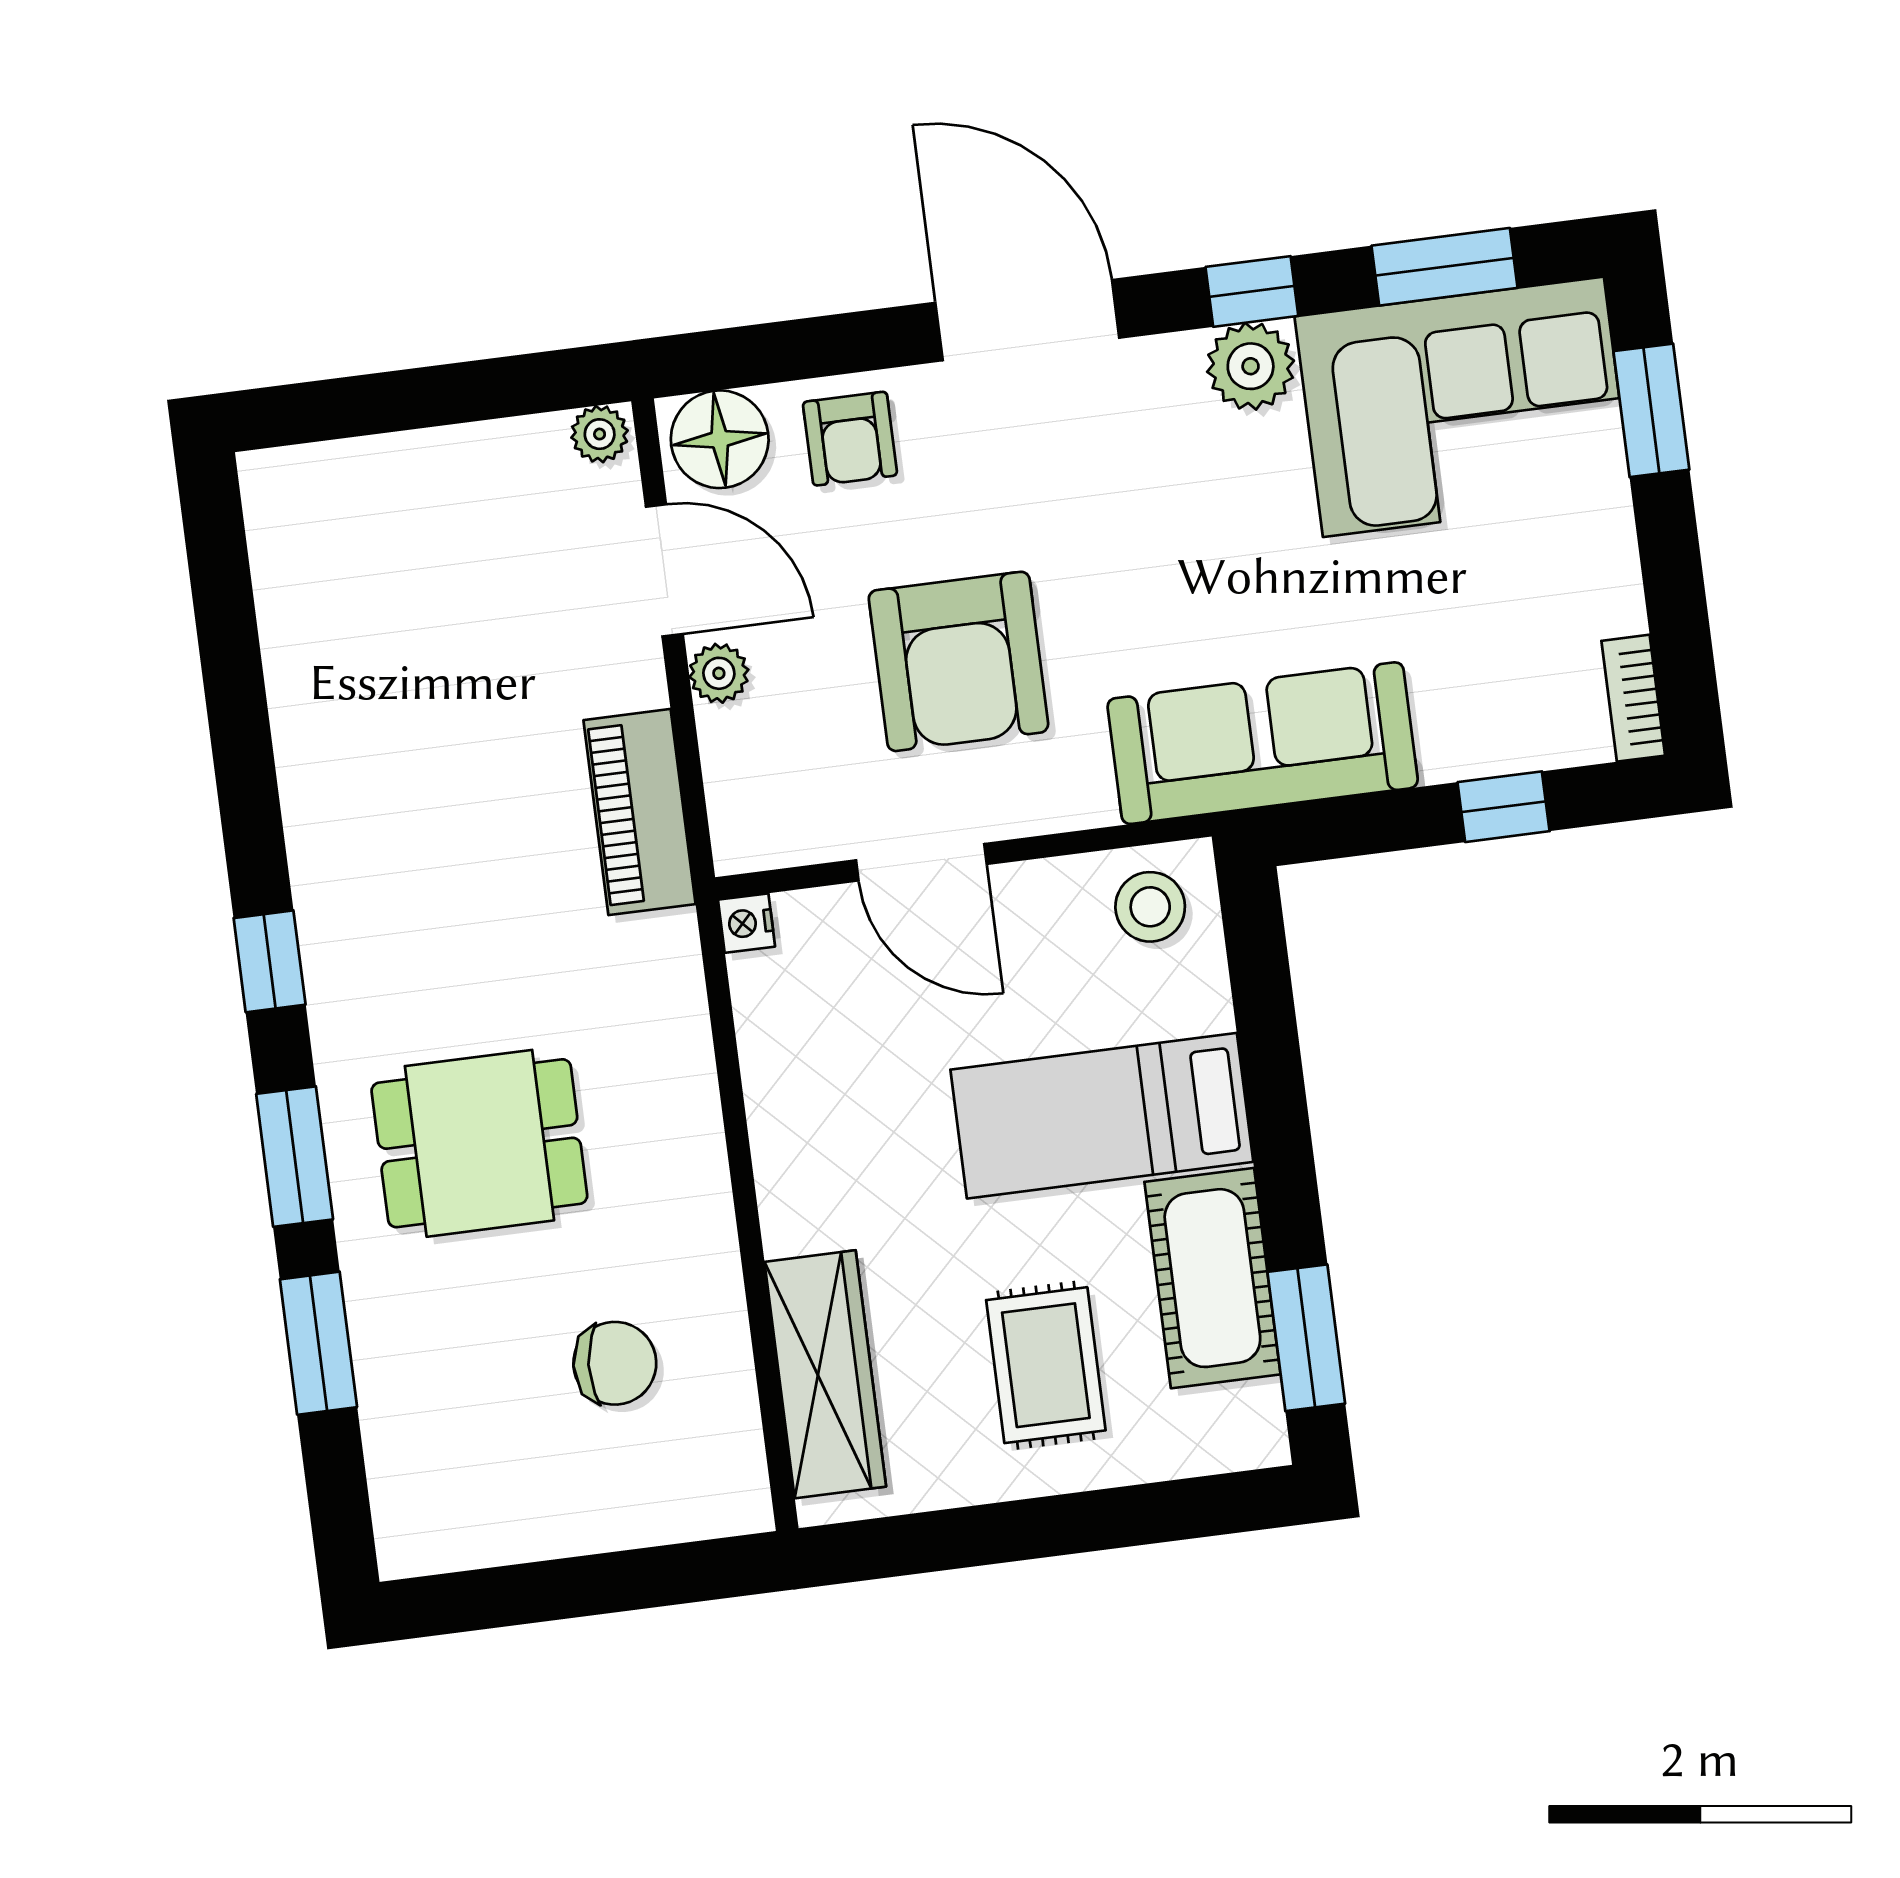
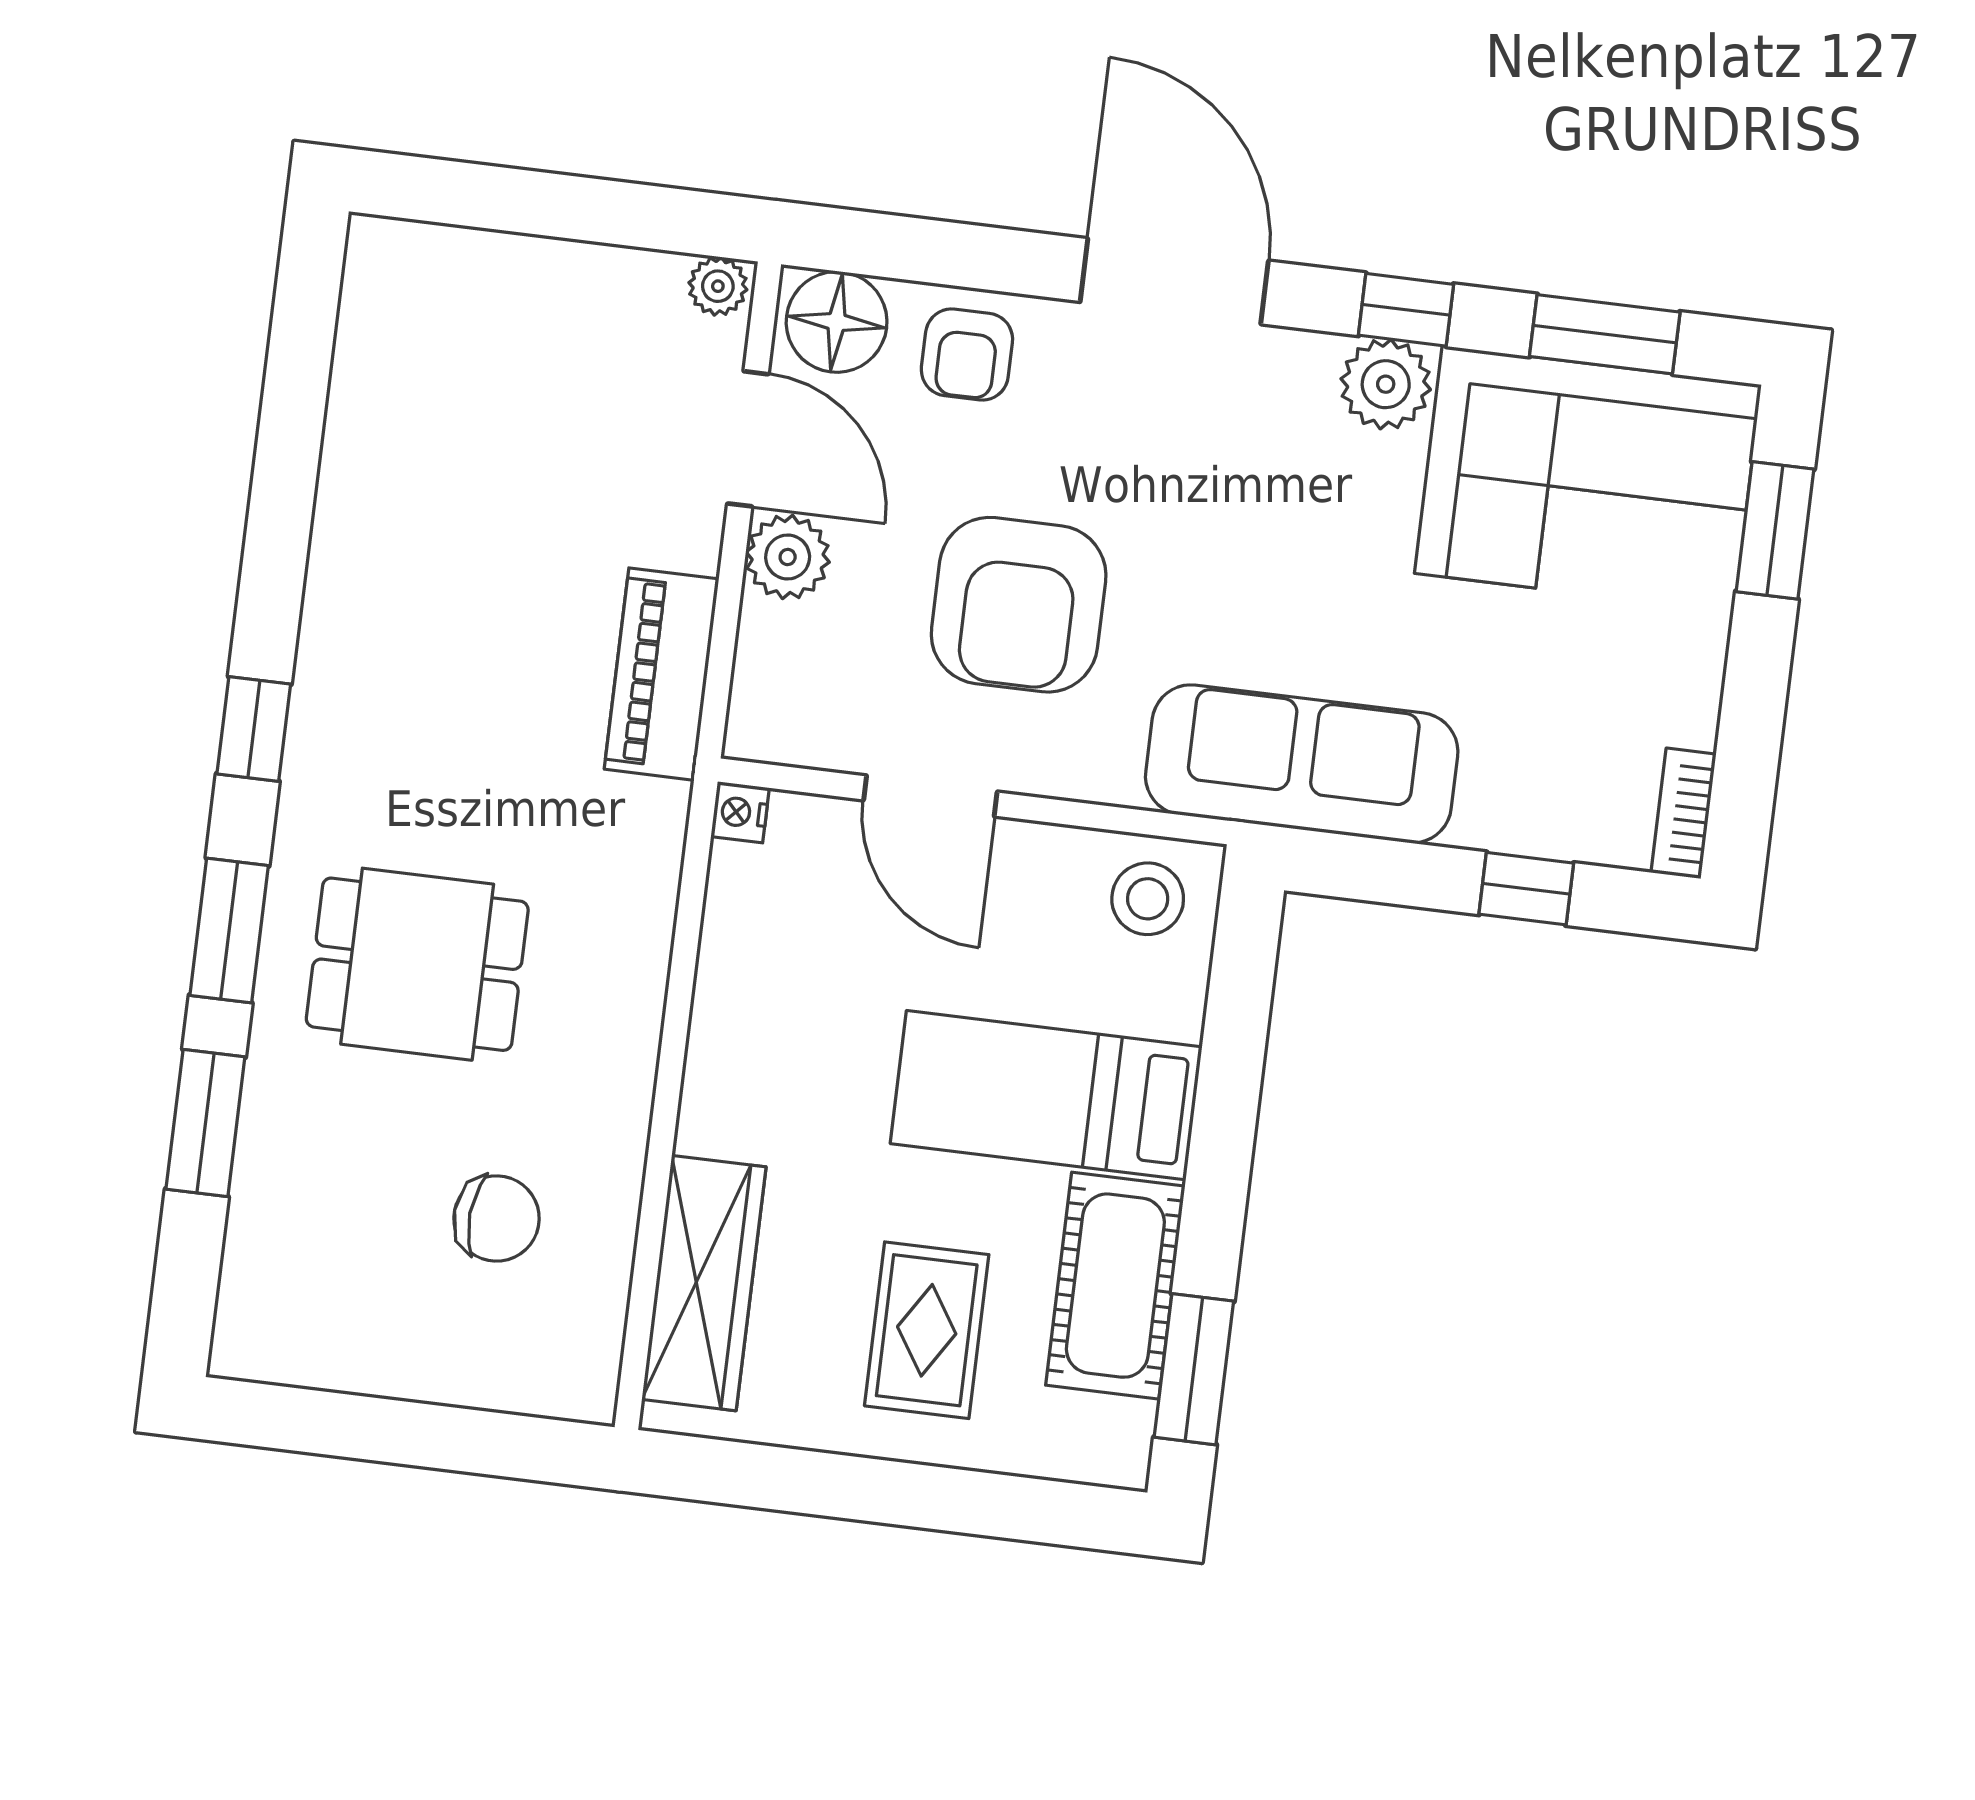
plant: (719, 673) -> (788, 557), width x1.38, depth x1.38

